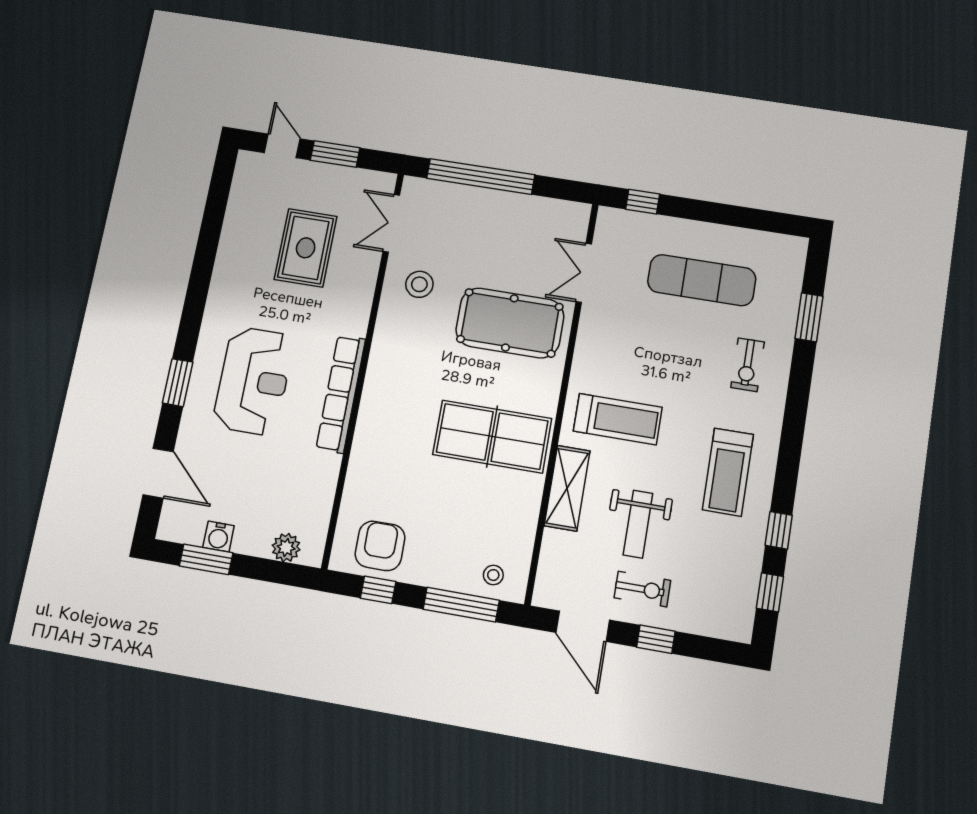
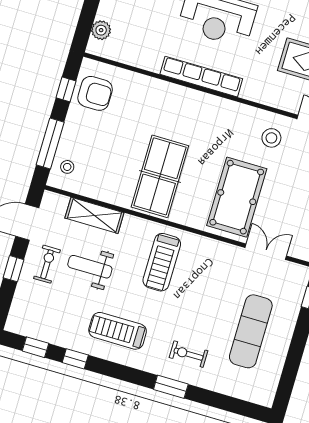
window: (809, 317) -> (171, 387), moved
shelving: (567, 488) -> (94, 215), moved
exercise bike: (642, 589) -> (47, 264), turned 180

